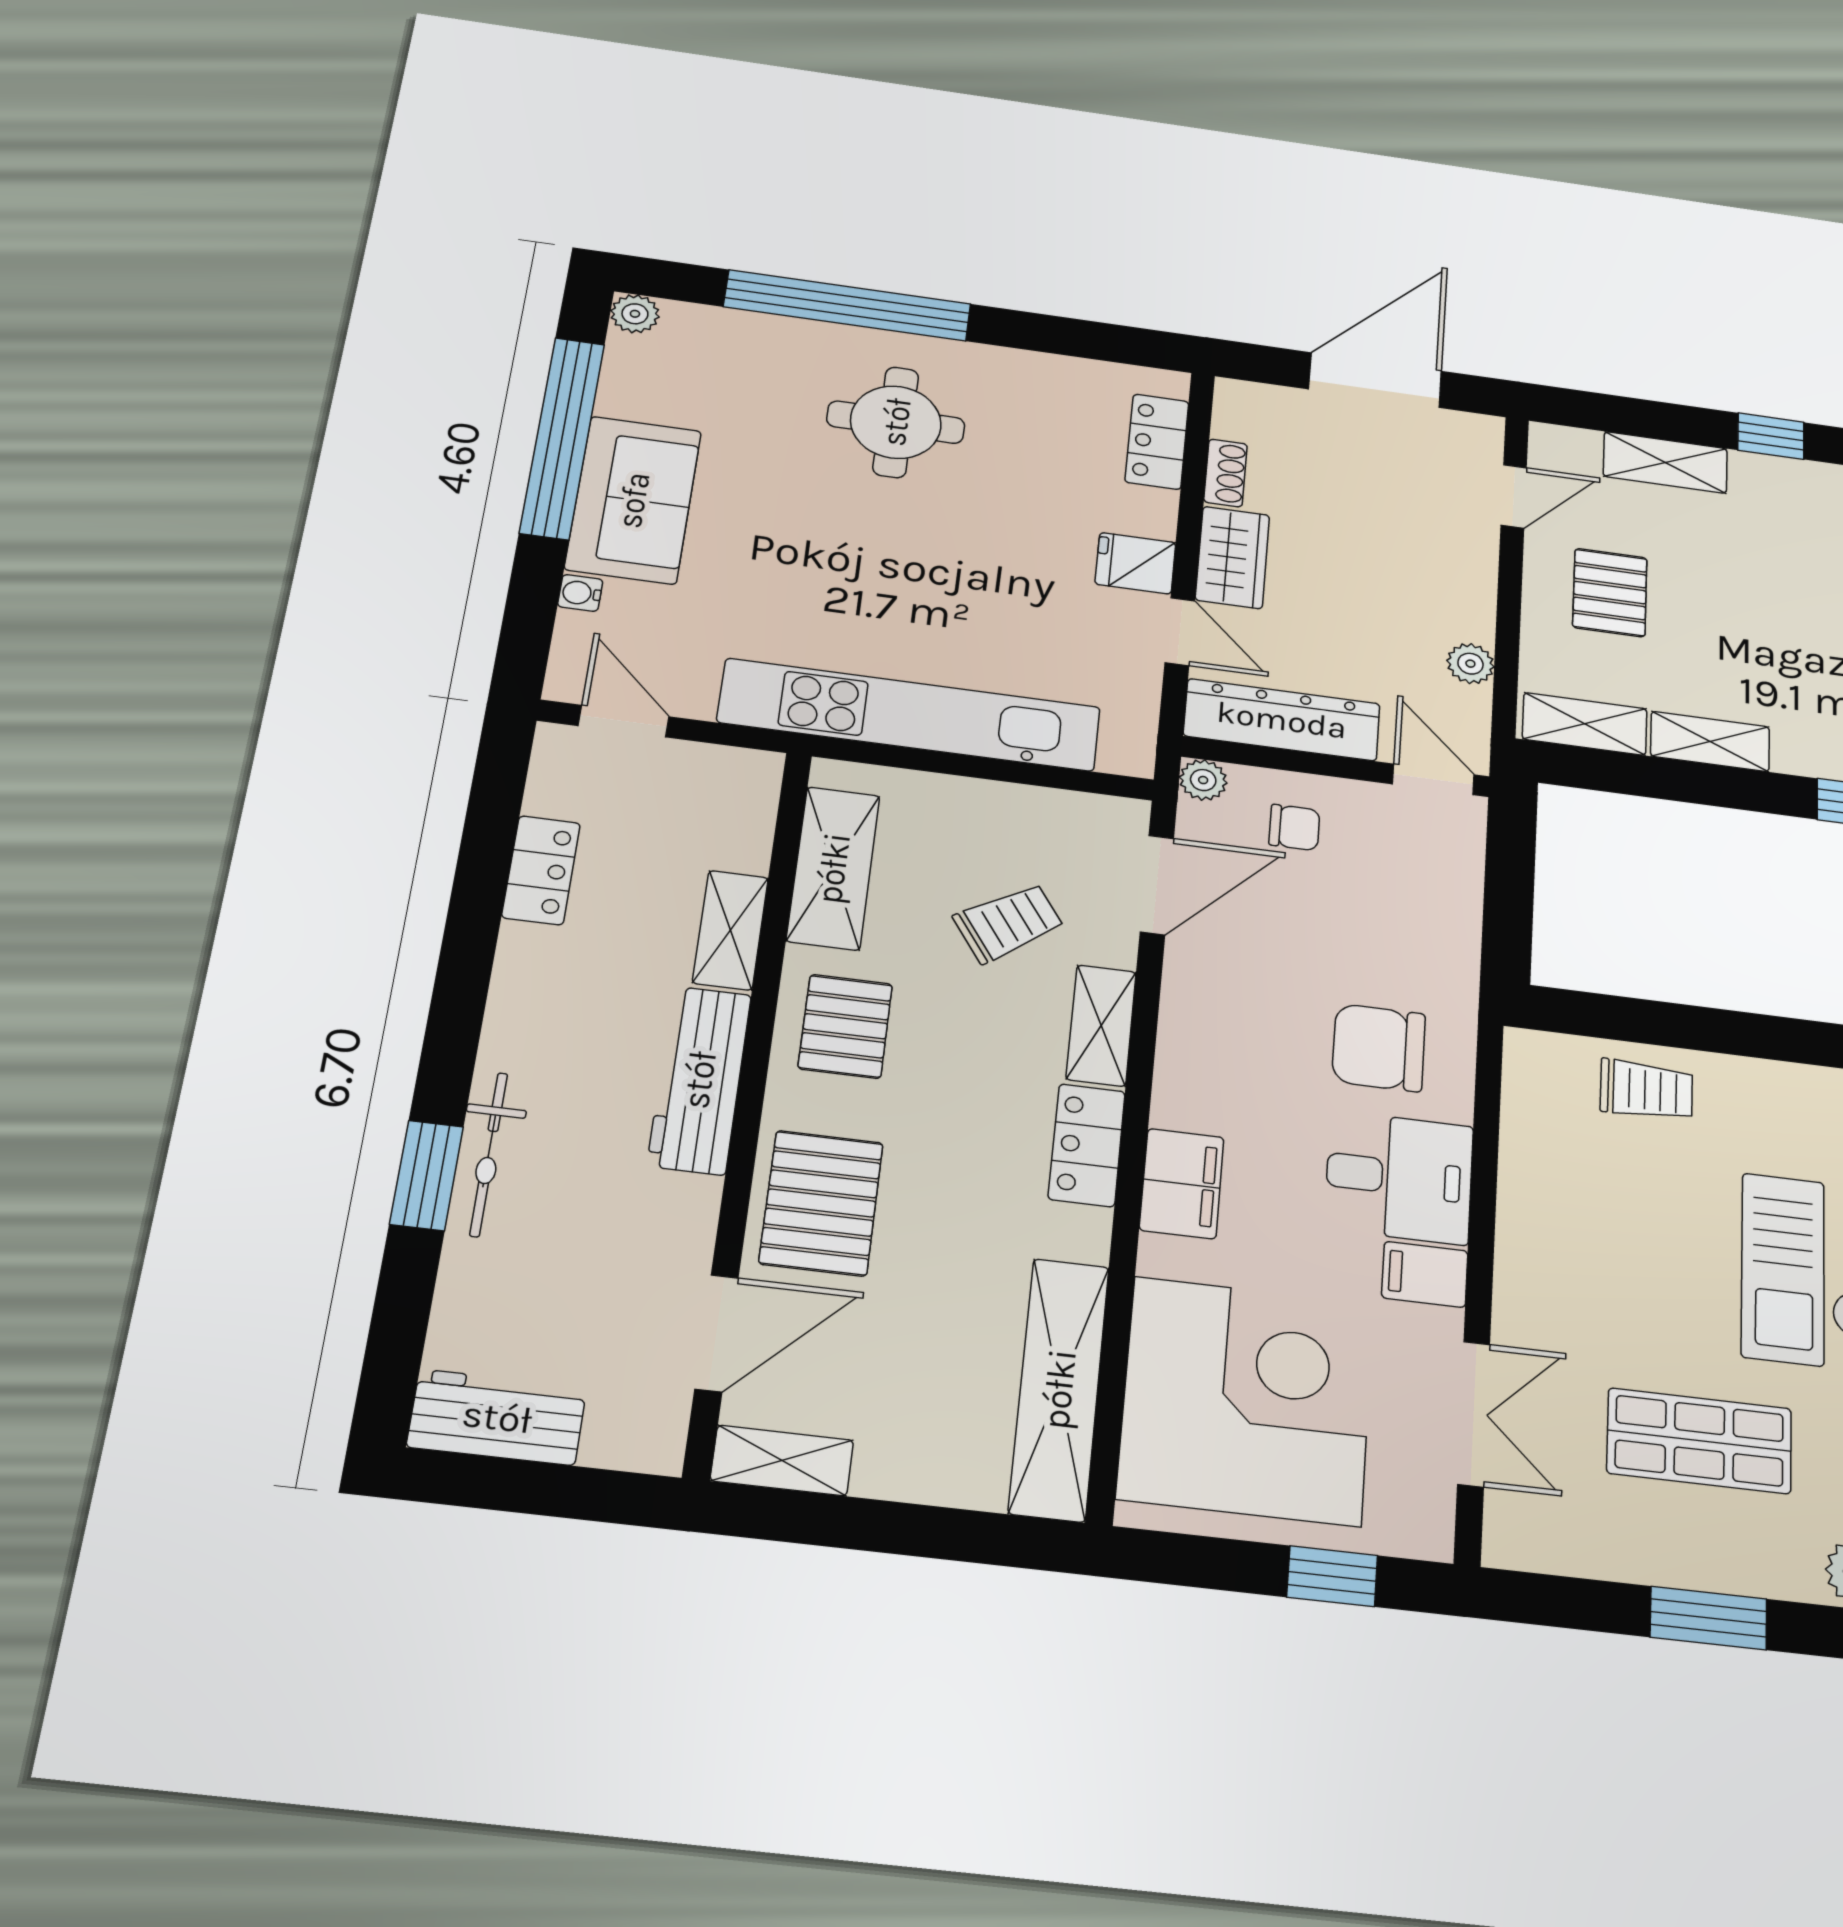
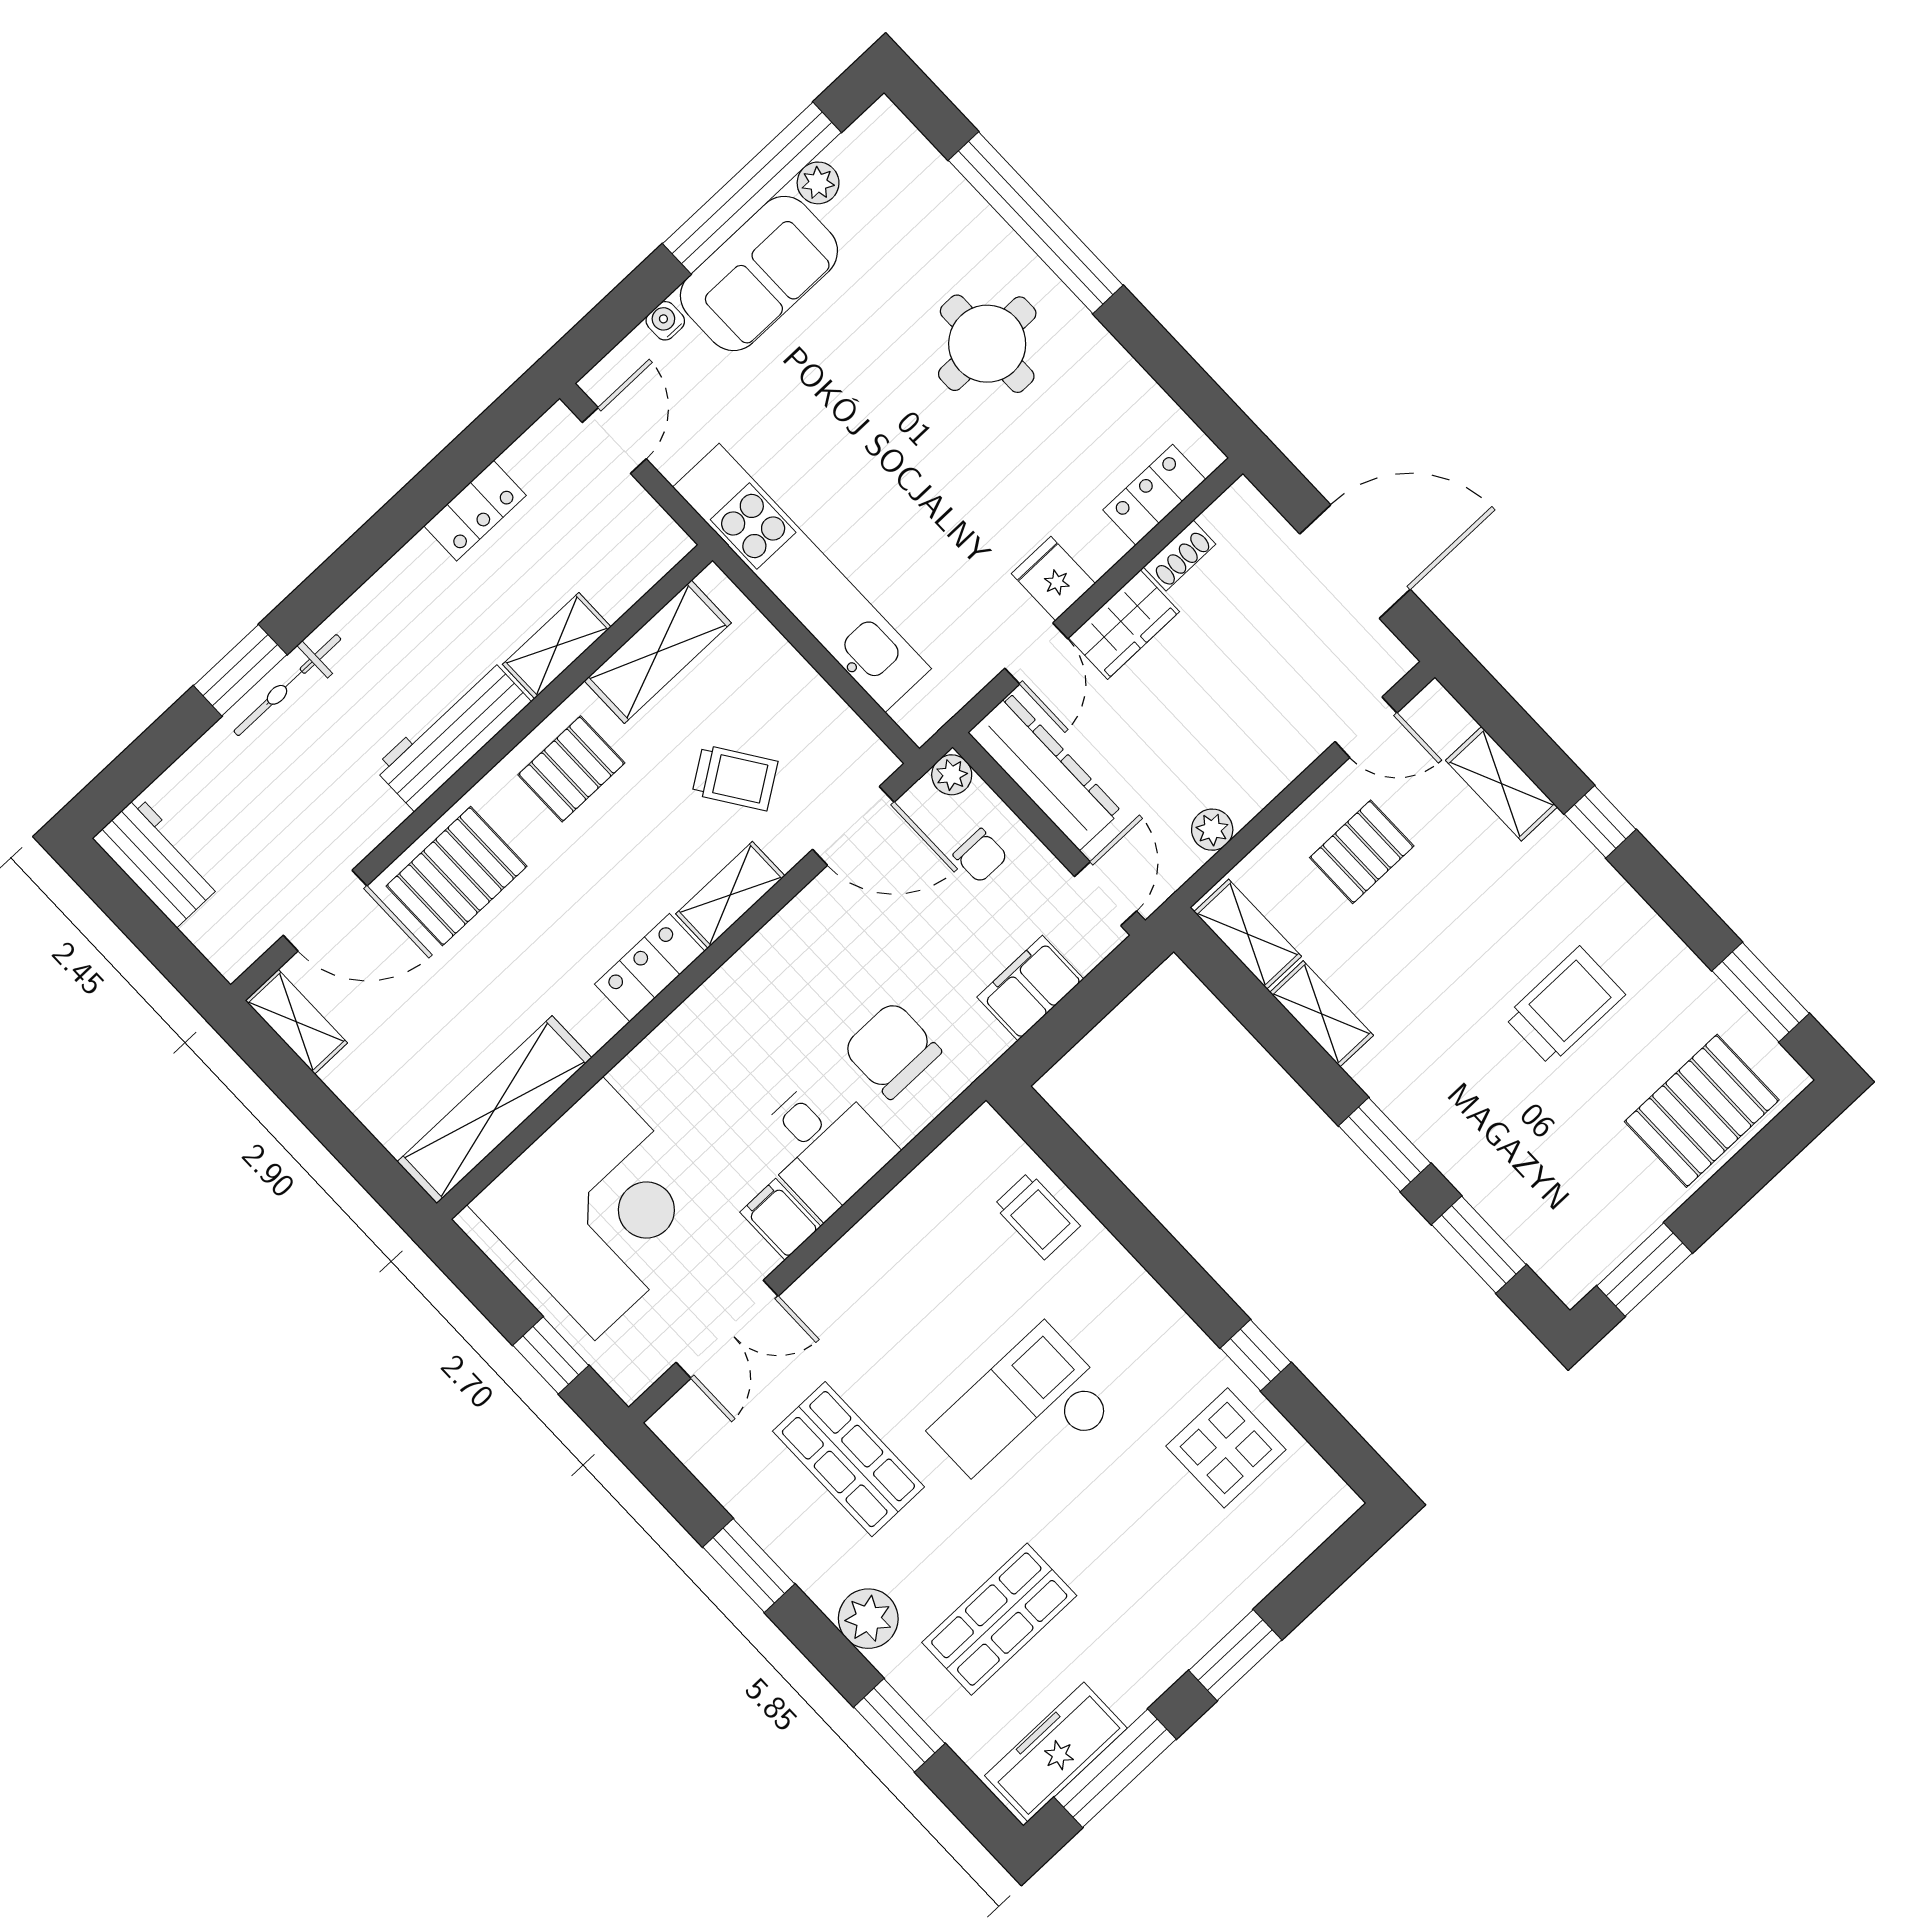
plant: (635, 314) -> (818, 183), moved
filing cabinet: (1182, 1184) -> (1030, 988), moved, turned 180

